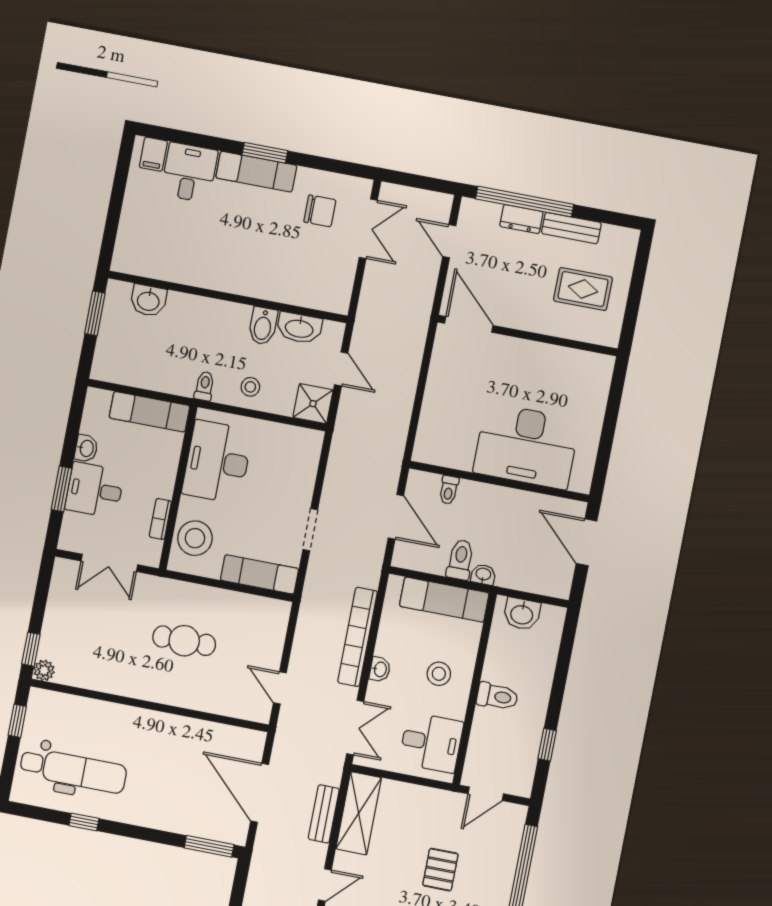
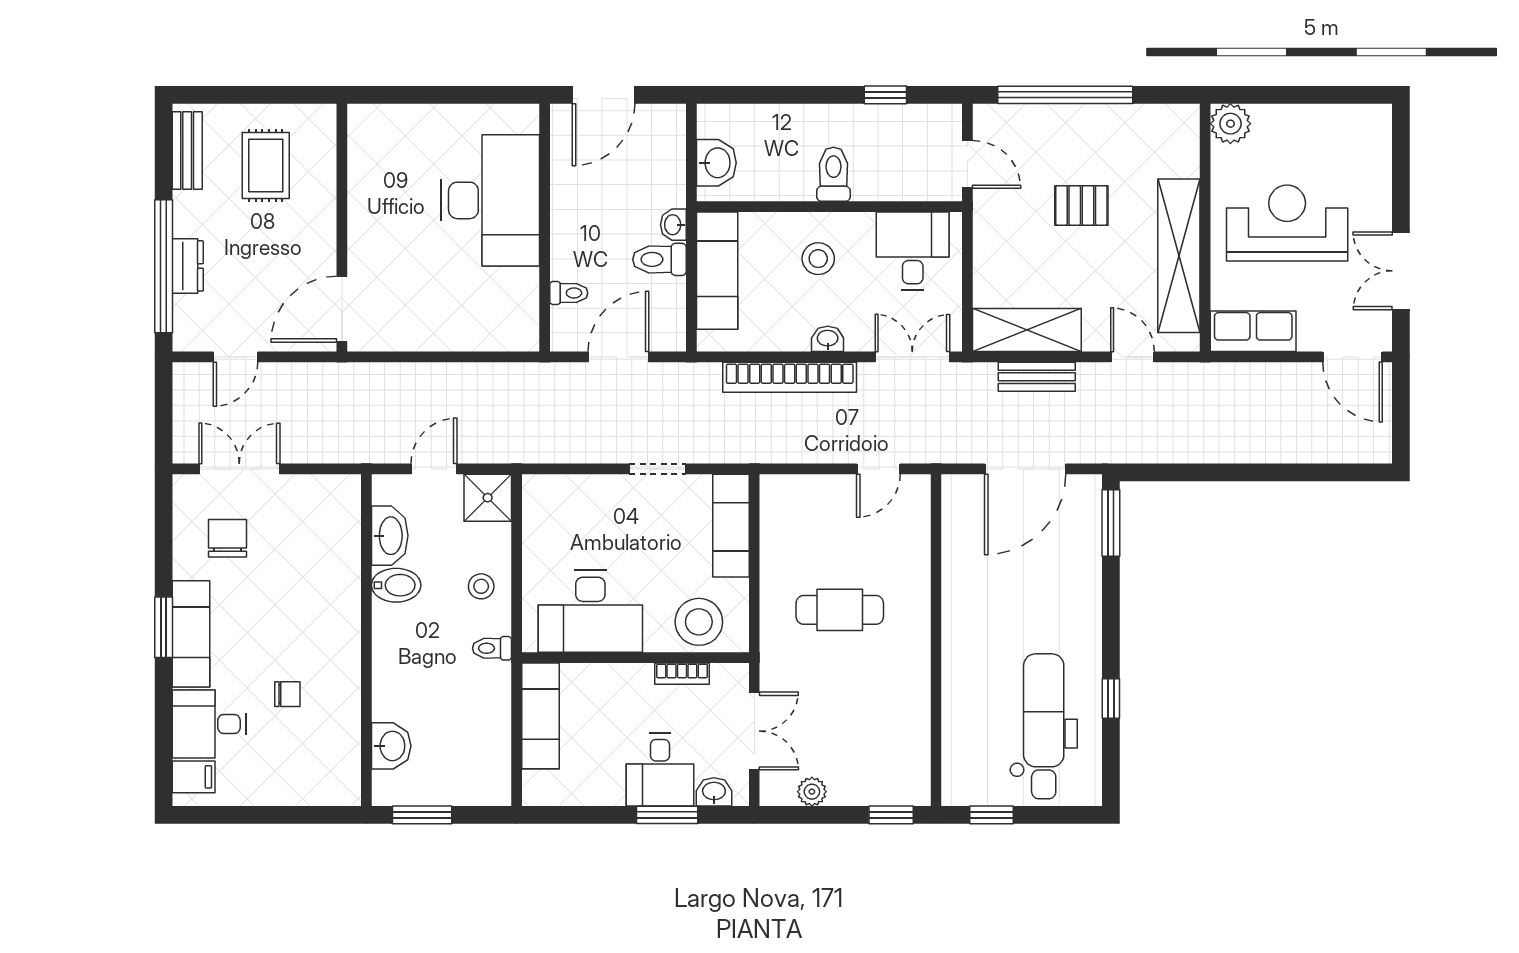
bench: (571, 228) -> (187, 151), moved
chair: (200, 233) -> (287, 694), added
washbasin: (86, 448) -> (714, 792), moved
cafe table: (184, 641) -> (840, 610), turned 90
plant: (44, 670) -> (812, 792), moved

